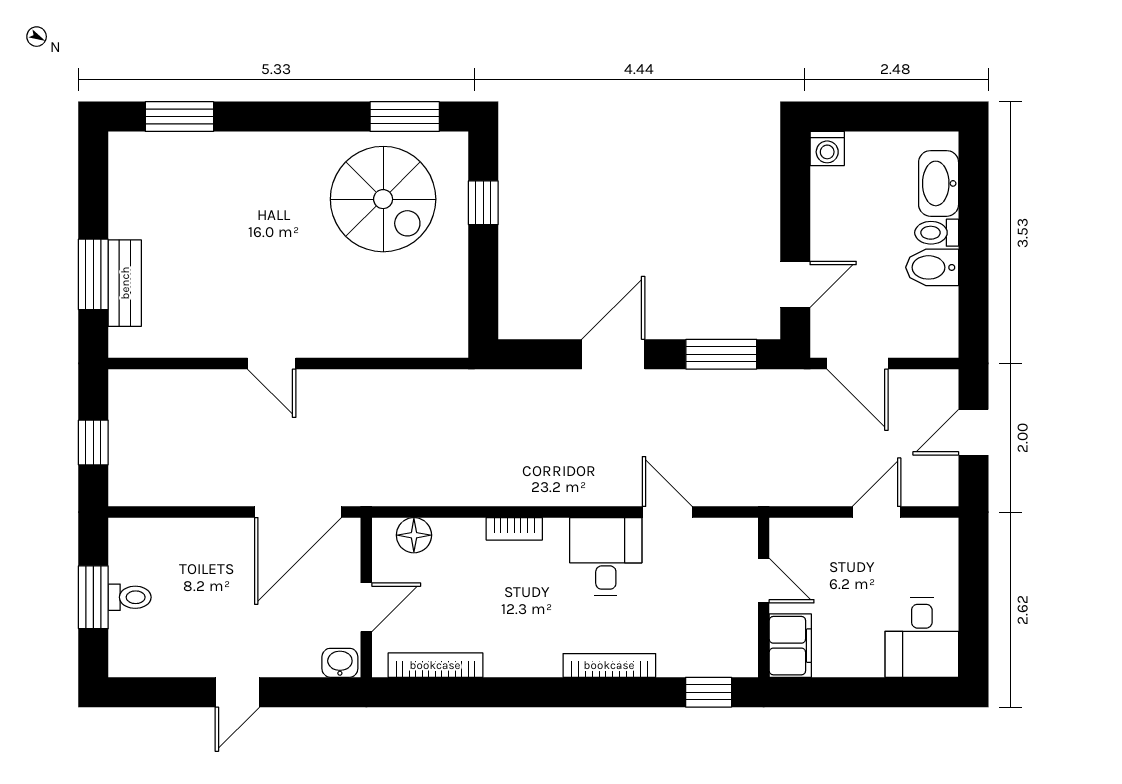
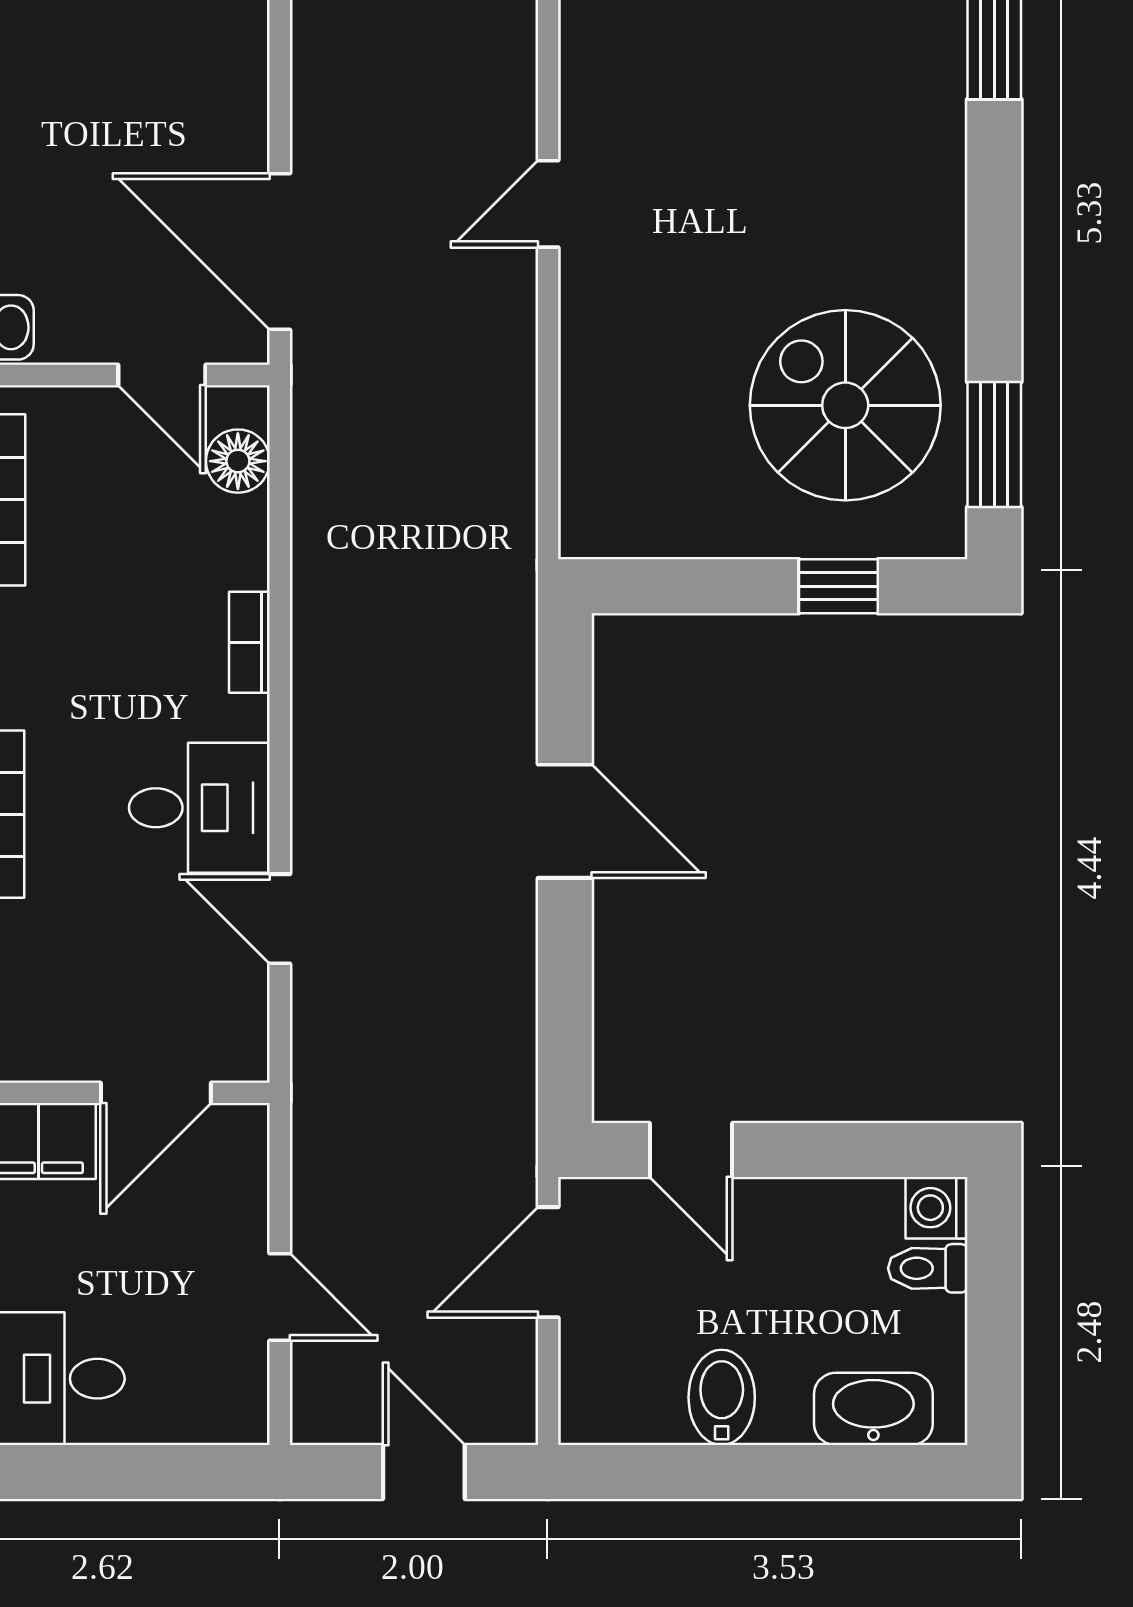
spiral stairs: (383, 199) -> (845, 405), turned 90
toilet: (937, 233) -> (928, 1268), moved, turned -90
window: (721, 354) -> (565, 1016), removed
door: (667, 512) -> (280, 919), swing flipped
door: (764, 581) -> (156, 1093), width x1.38
door: (366, 607) -> (162, 375), moved

